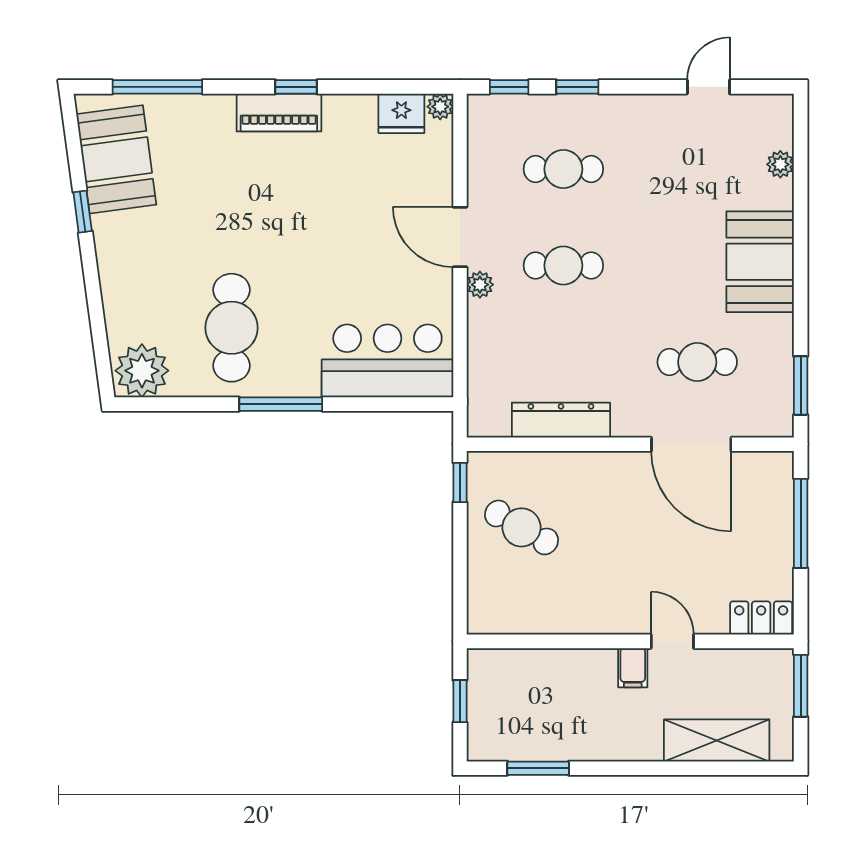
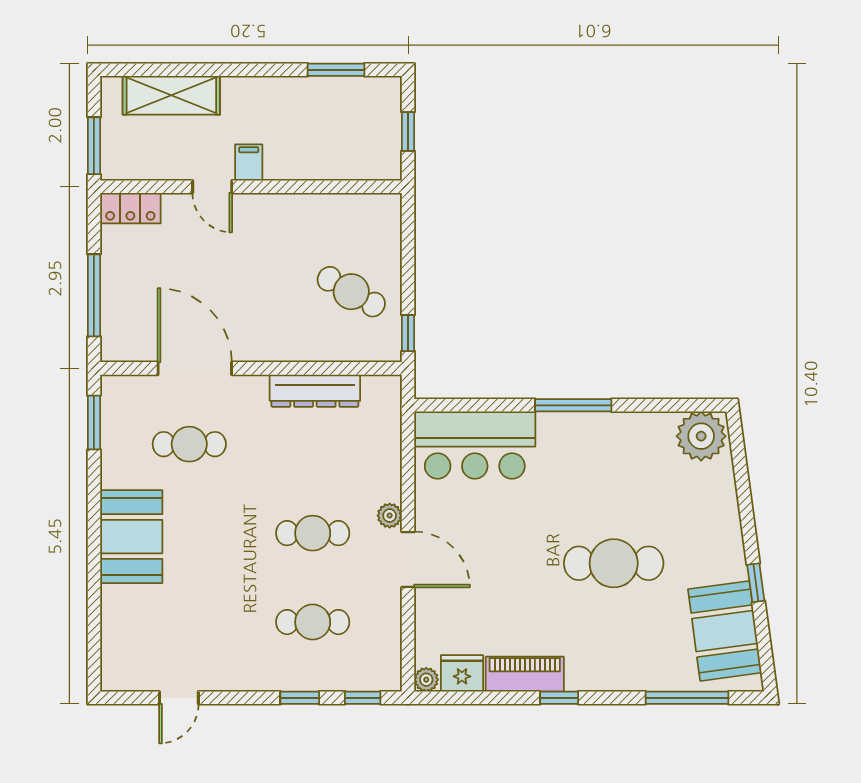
piano: (279, 112) -> (525, 674), moved
plant: (780, 164) -> (113, 626), removed
cafe table: (232, 328) -> (614, 563), moved, turned 90

